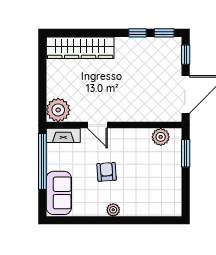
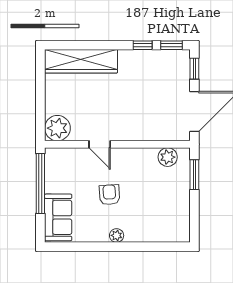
fireplace: (63, 135) -> (63, 155), removed

